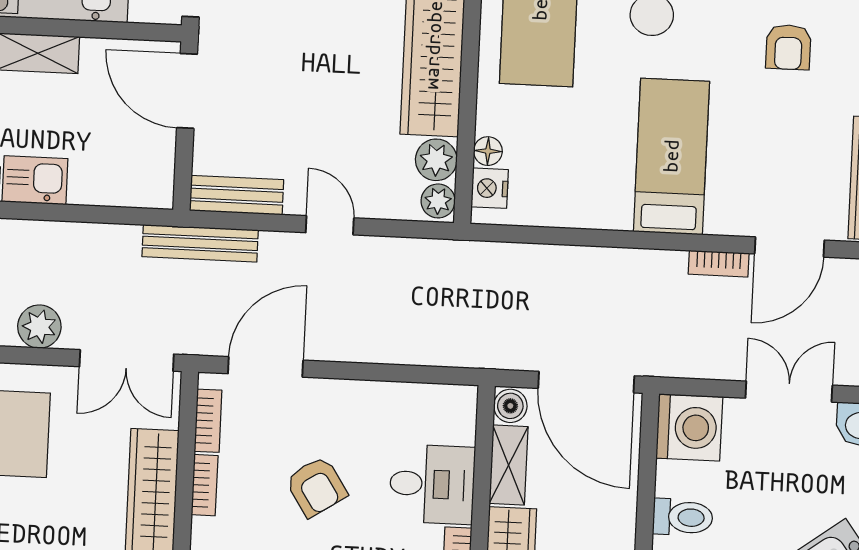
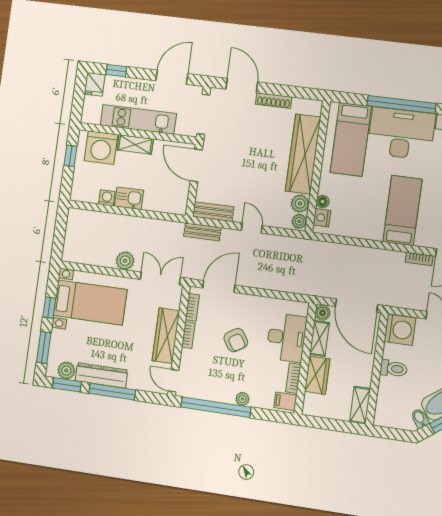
bench: (200, 243) -> (202, 232), width x0.73
double door: (127, 360) -> (160, 278), swing flipped
desk: (432, 484) -> (286, 337), width x1.37

